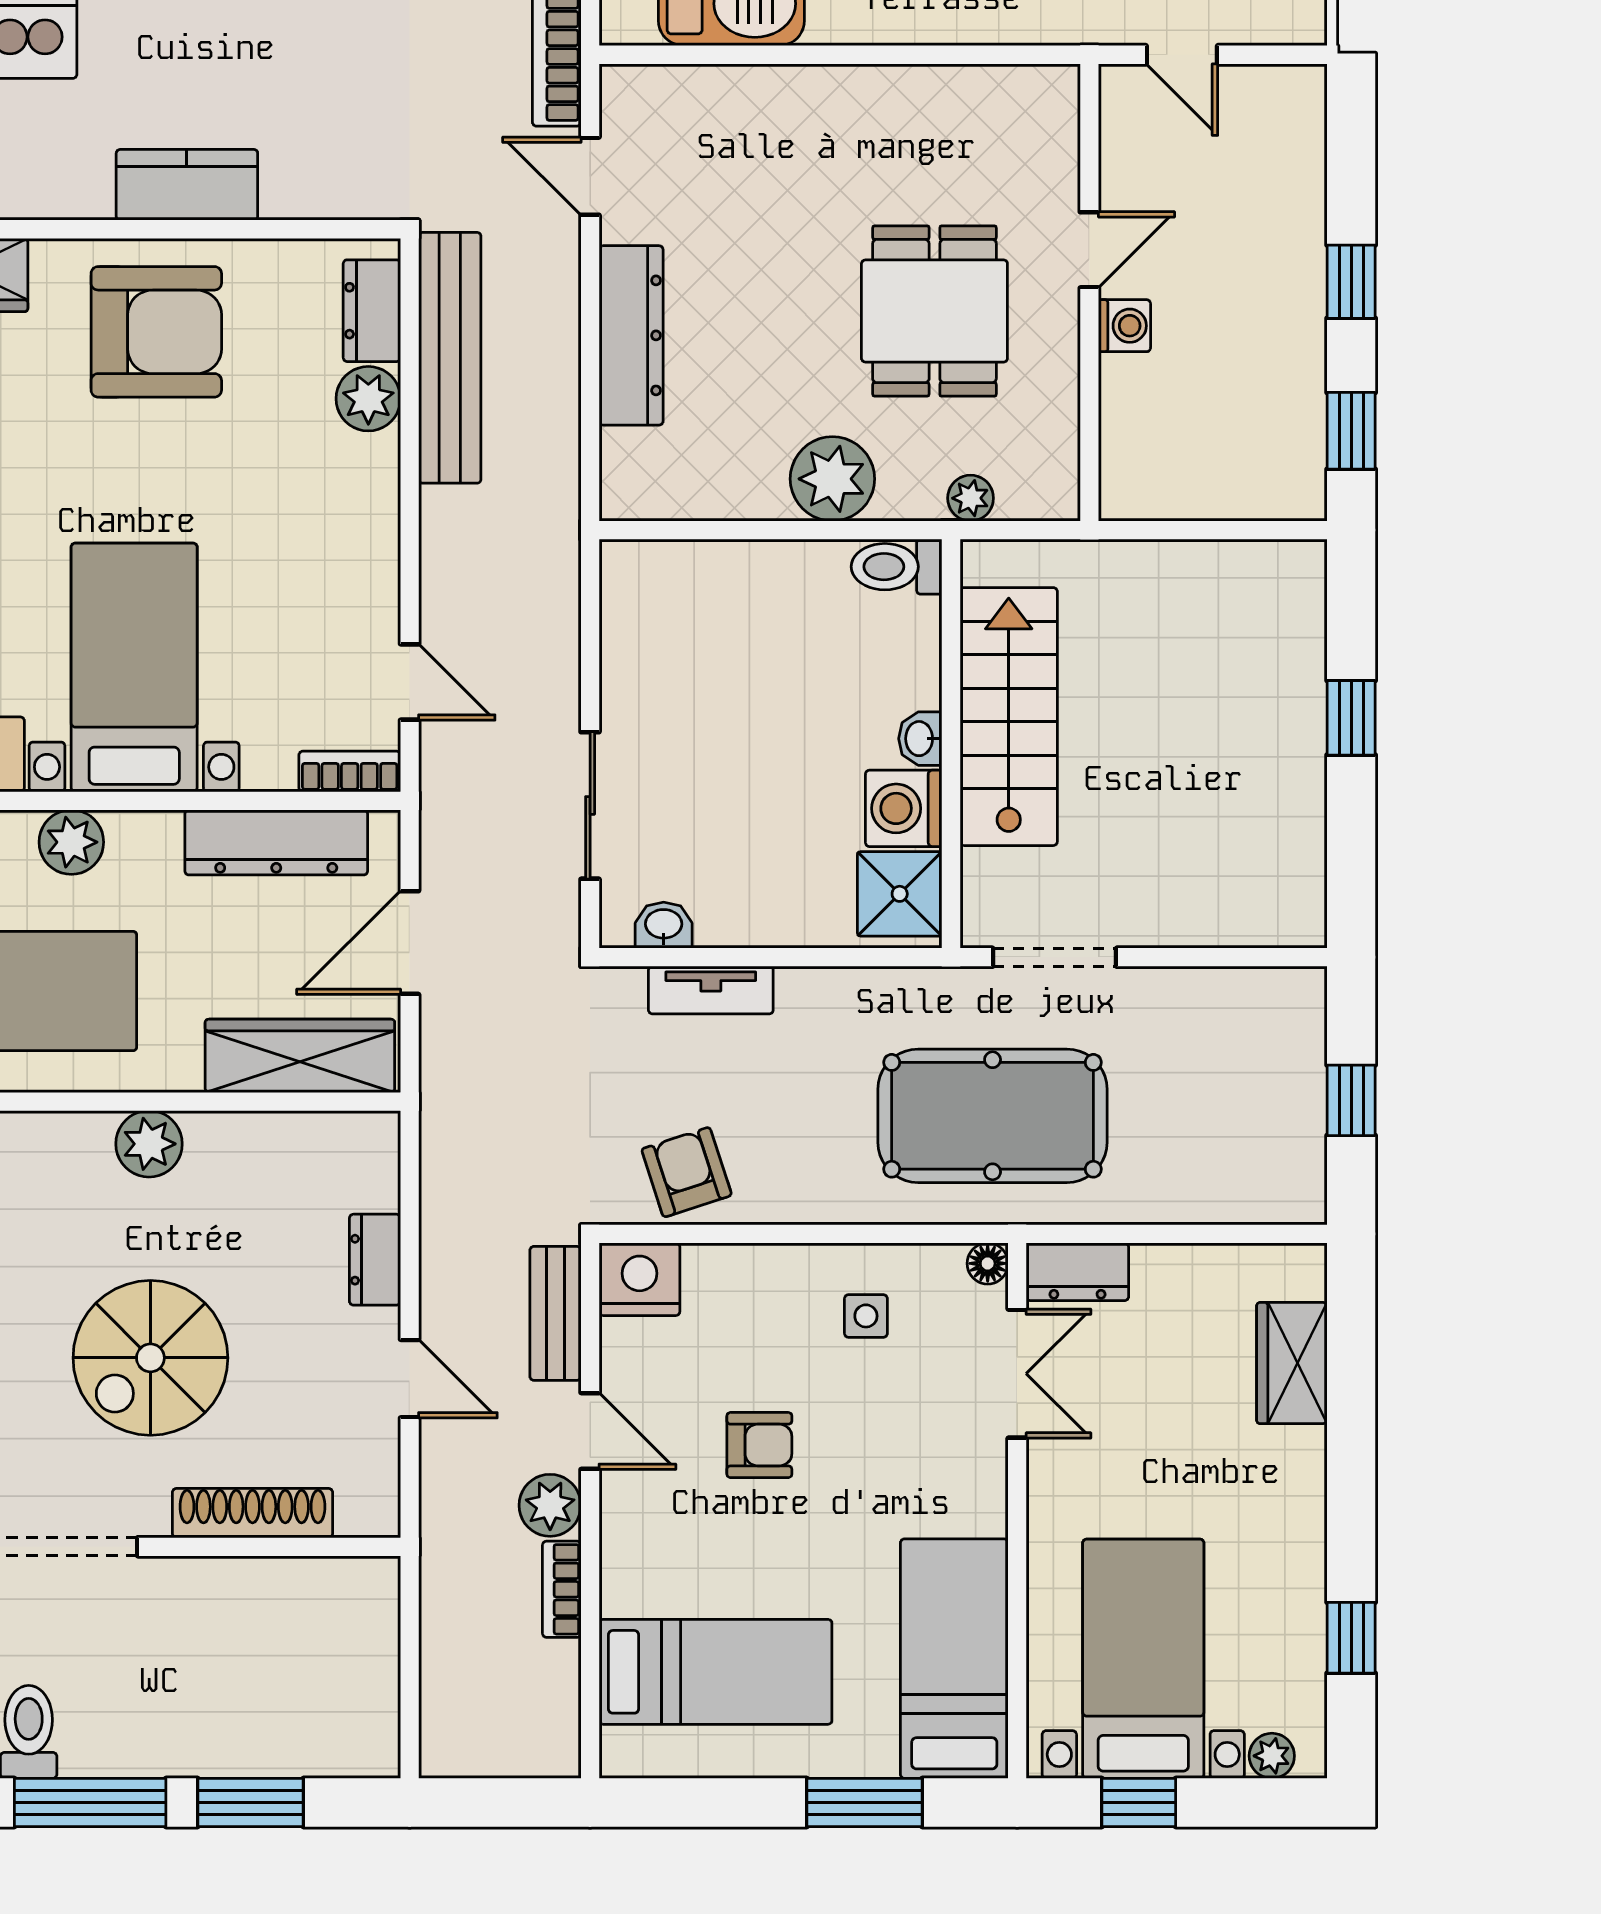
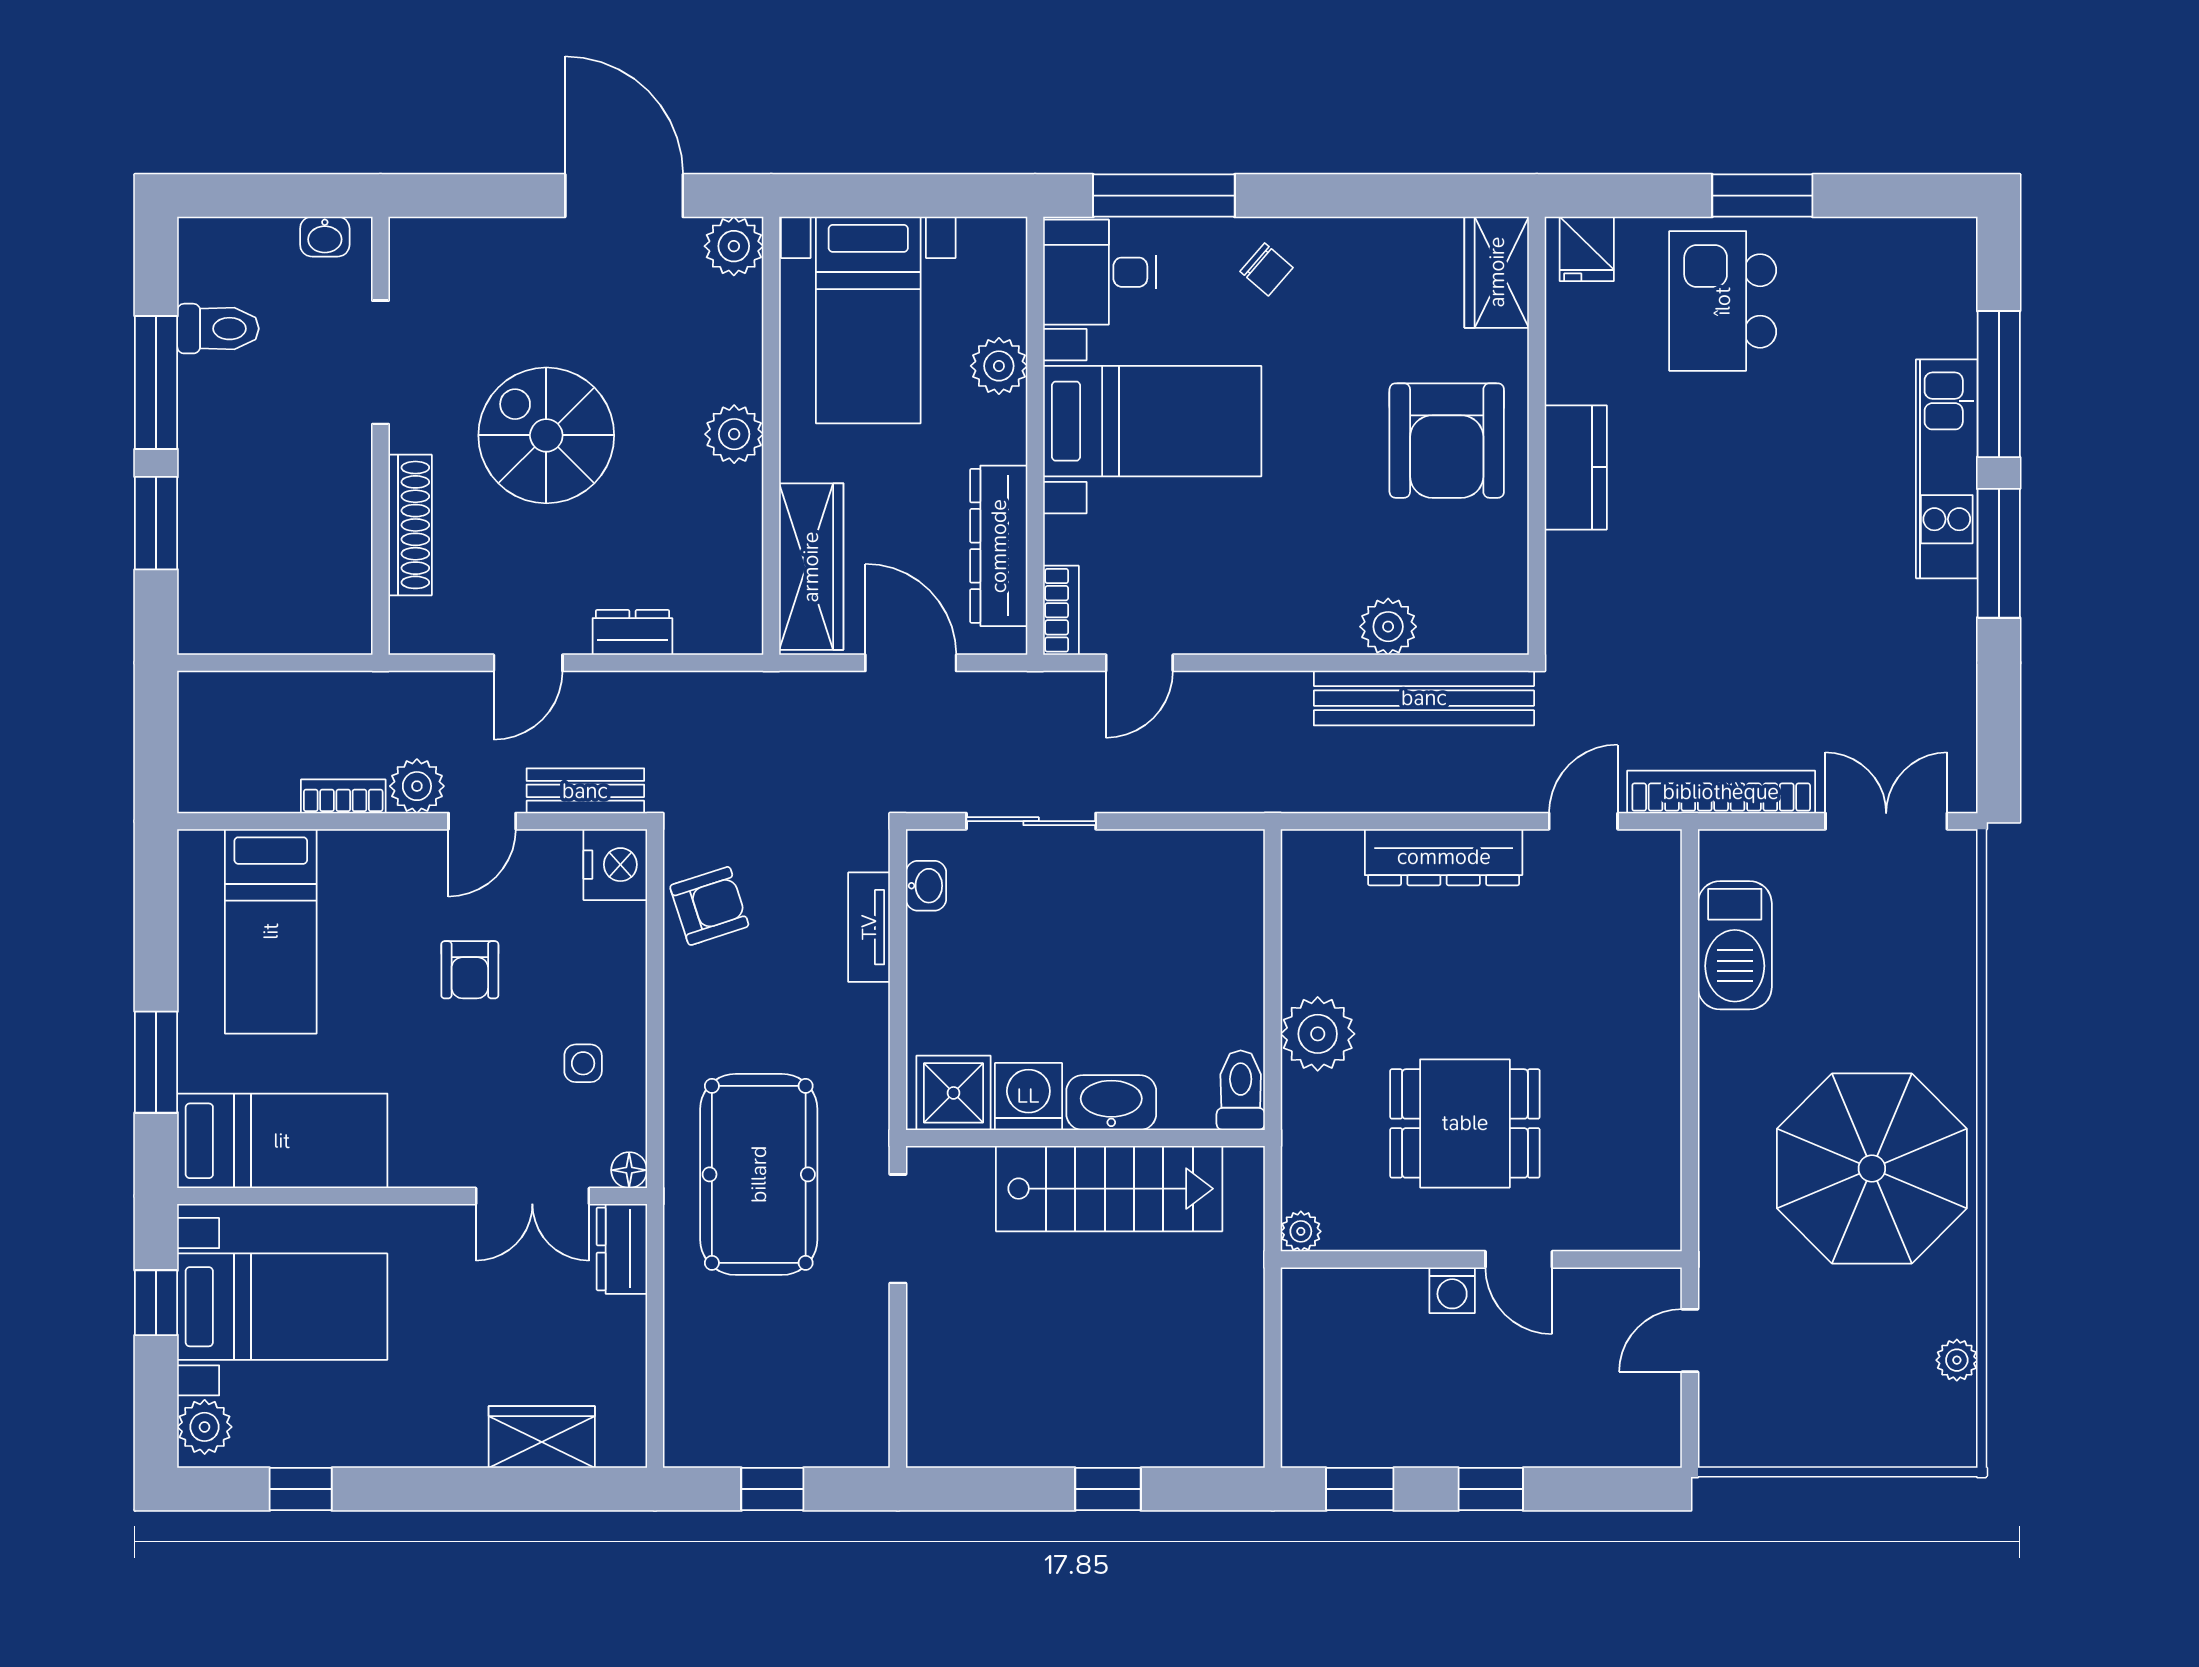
dresser: (372, 311) -> (1465, 630), removed
plant: (971, 498) -> (1301, 1231), moved
washbasin: (920, 739) -> (1111, 1103), width x1.91, depth x1.45
plant: (1272, 1756) -> (205, 1427), width x1.38, depth x1.38

